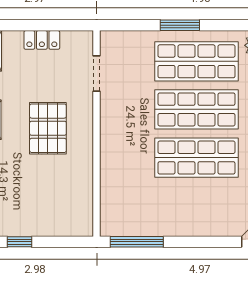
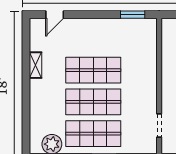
window: (137, 242) -> (133, 15), width x0.69

